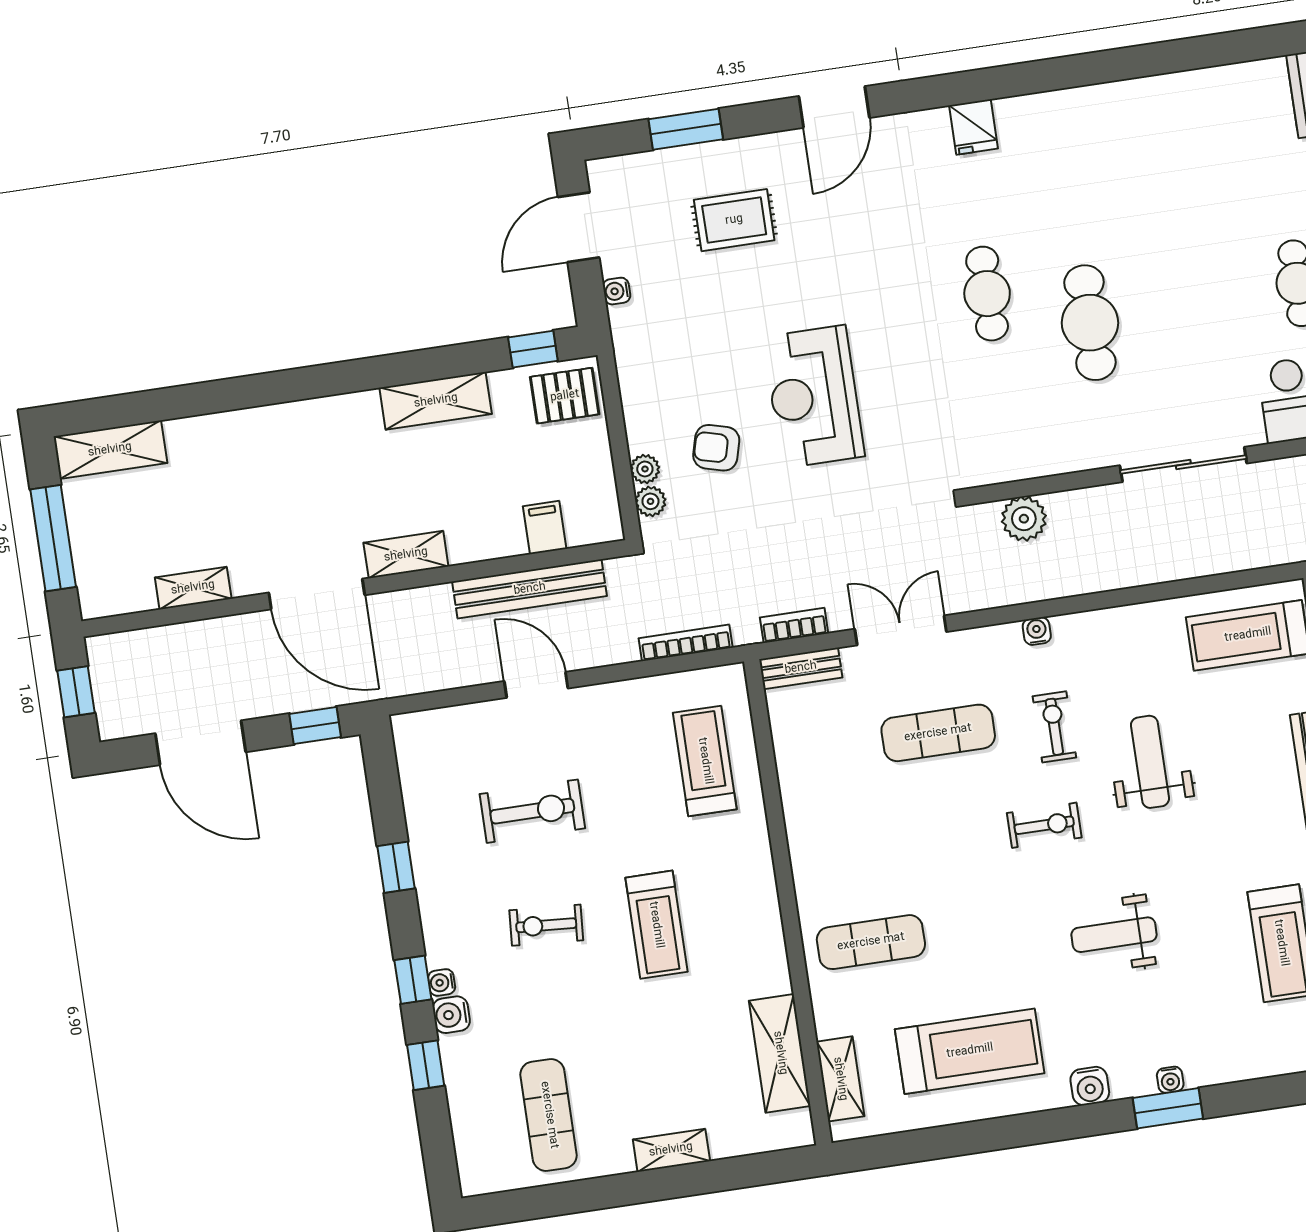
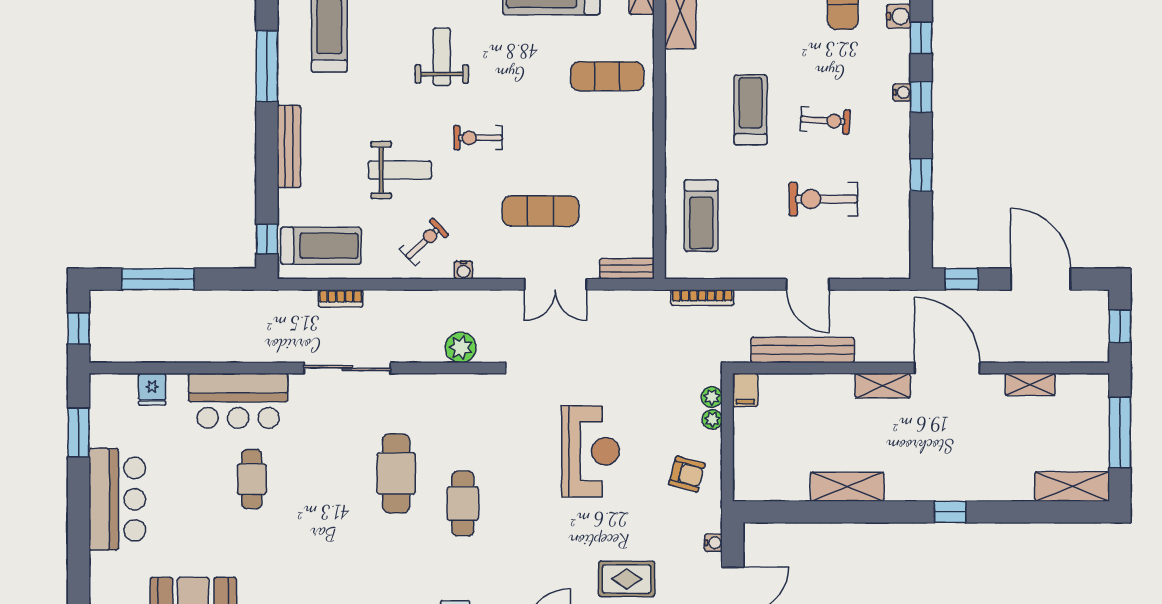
window: (533, 349) -> (950, 512), moved
pallet: (565, 396) -> (759, 477), removed
armchair: (716, 448) -> (687, 474), moved
filing cabinet: (545, 528) -> (745, 390), moved
bookcase: (794, 625) -> (341, 298), moved
exercise bike: (1054, 727) -> (424, 242), moved, turned -133
weight bench: (1150, 762) -> (400, 170), turned -90
weight bench: (1114, 935) -> (442, 57), turned -90
water cooler: (451, 1015) -> (899, 16), moved

